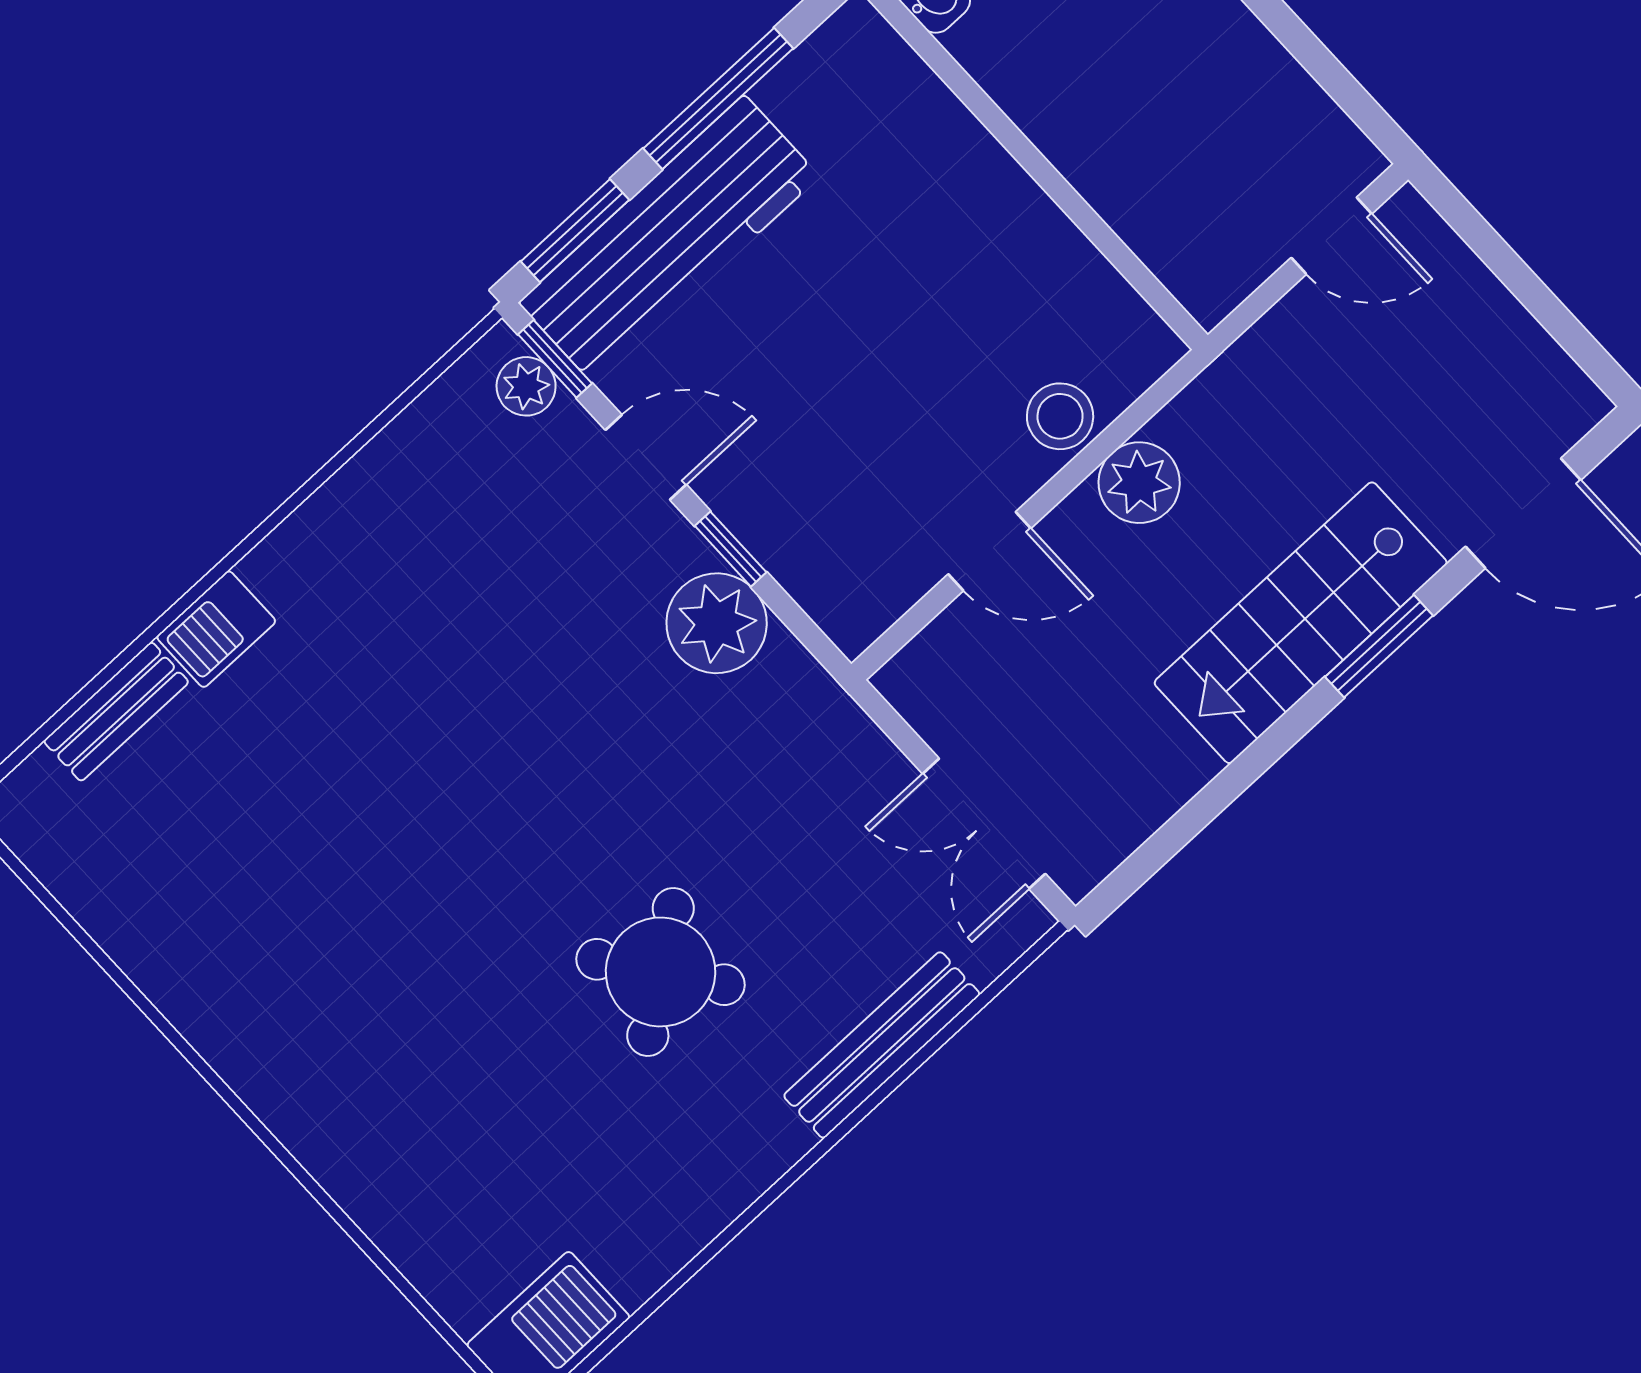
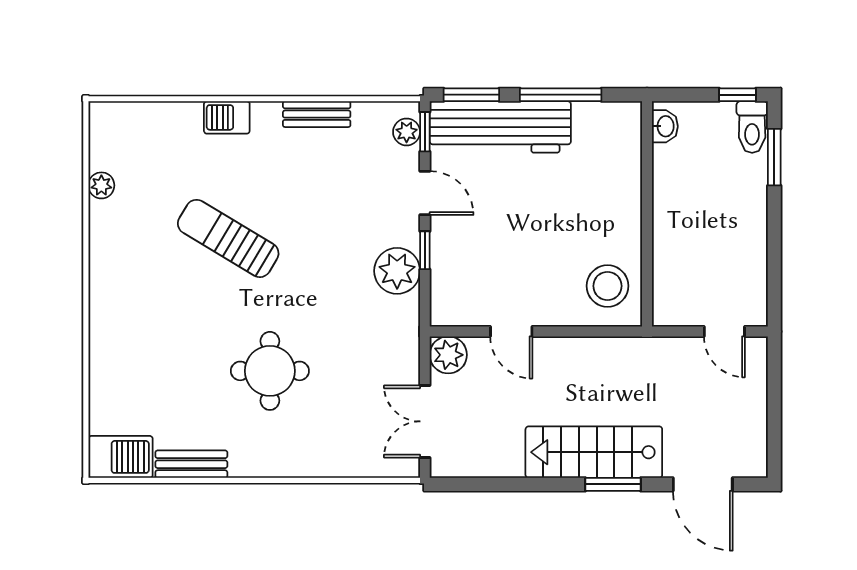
stool: (1060, 416) -> (607, 286), moved, width x1.38, depth x1.38
plant: (1139, 483) -> (448, 355), moved
bench: (116, 712) -> (317, 114), moved
sun lounger: (398, 821) -> (228, 238), added
plant: (116, 924) -> (101, 185), added
round table: (661, 972) -> (270, 371), turned 36
bench: (882, 1045) -> (191, 464), moved, width x0.73

